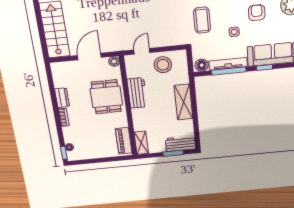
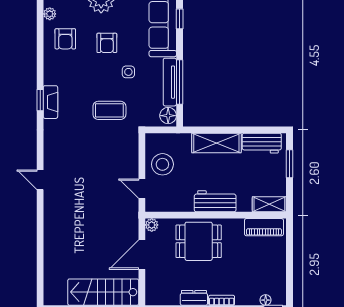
armchair: (257, 13) -> (107, 43), turned -90
door: (89, 56) -> (142, 255), hinge flipped
window: (264, 68) -> (180, 19), moved
workbench: (137, 93) -> (215, 201), moved
workbench: (180, 144) -> (262, 143), moved, turned -90

